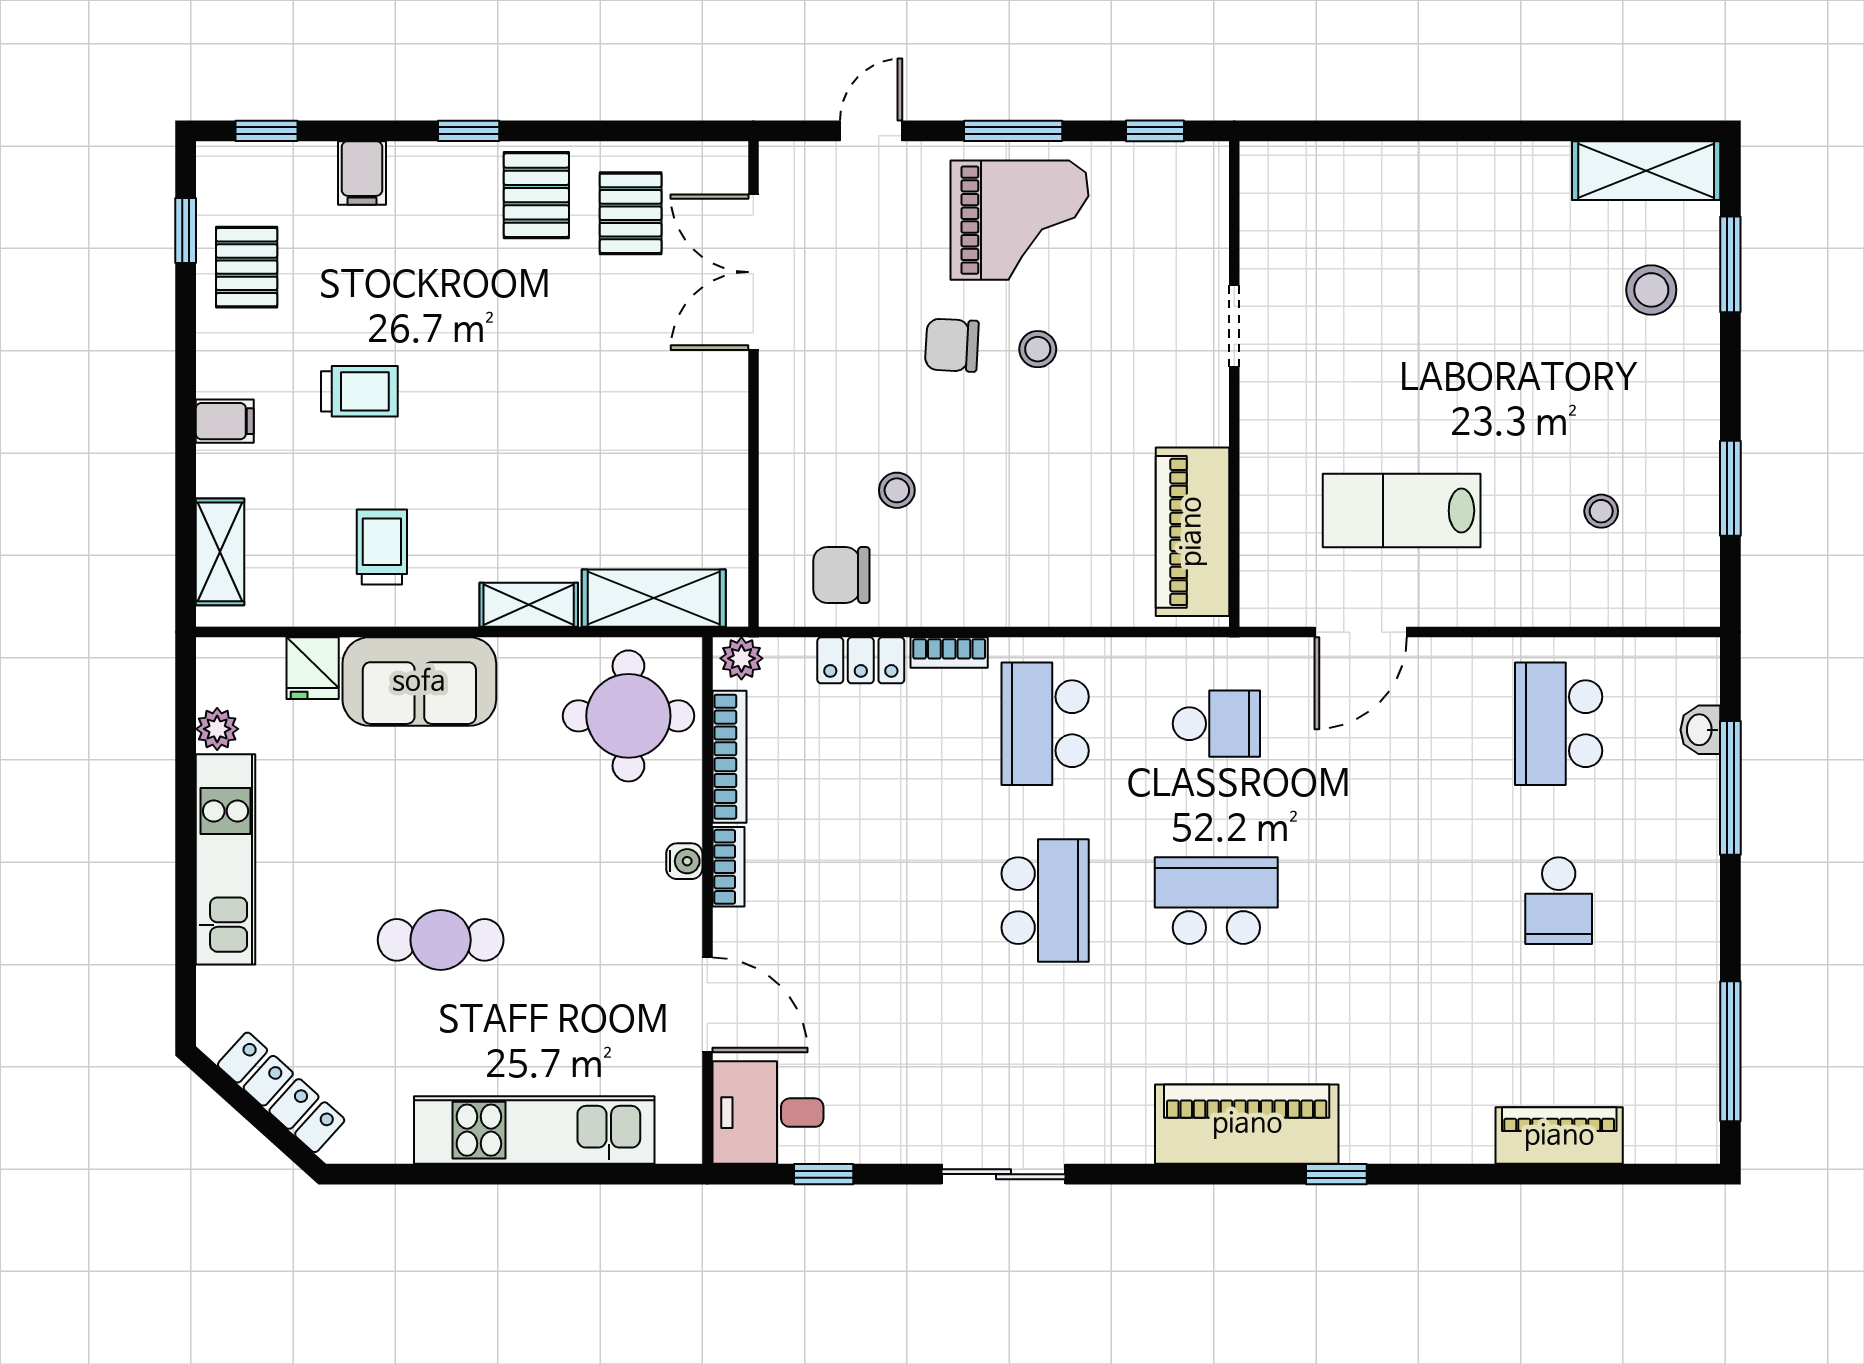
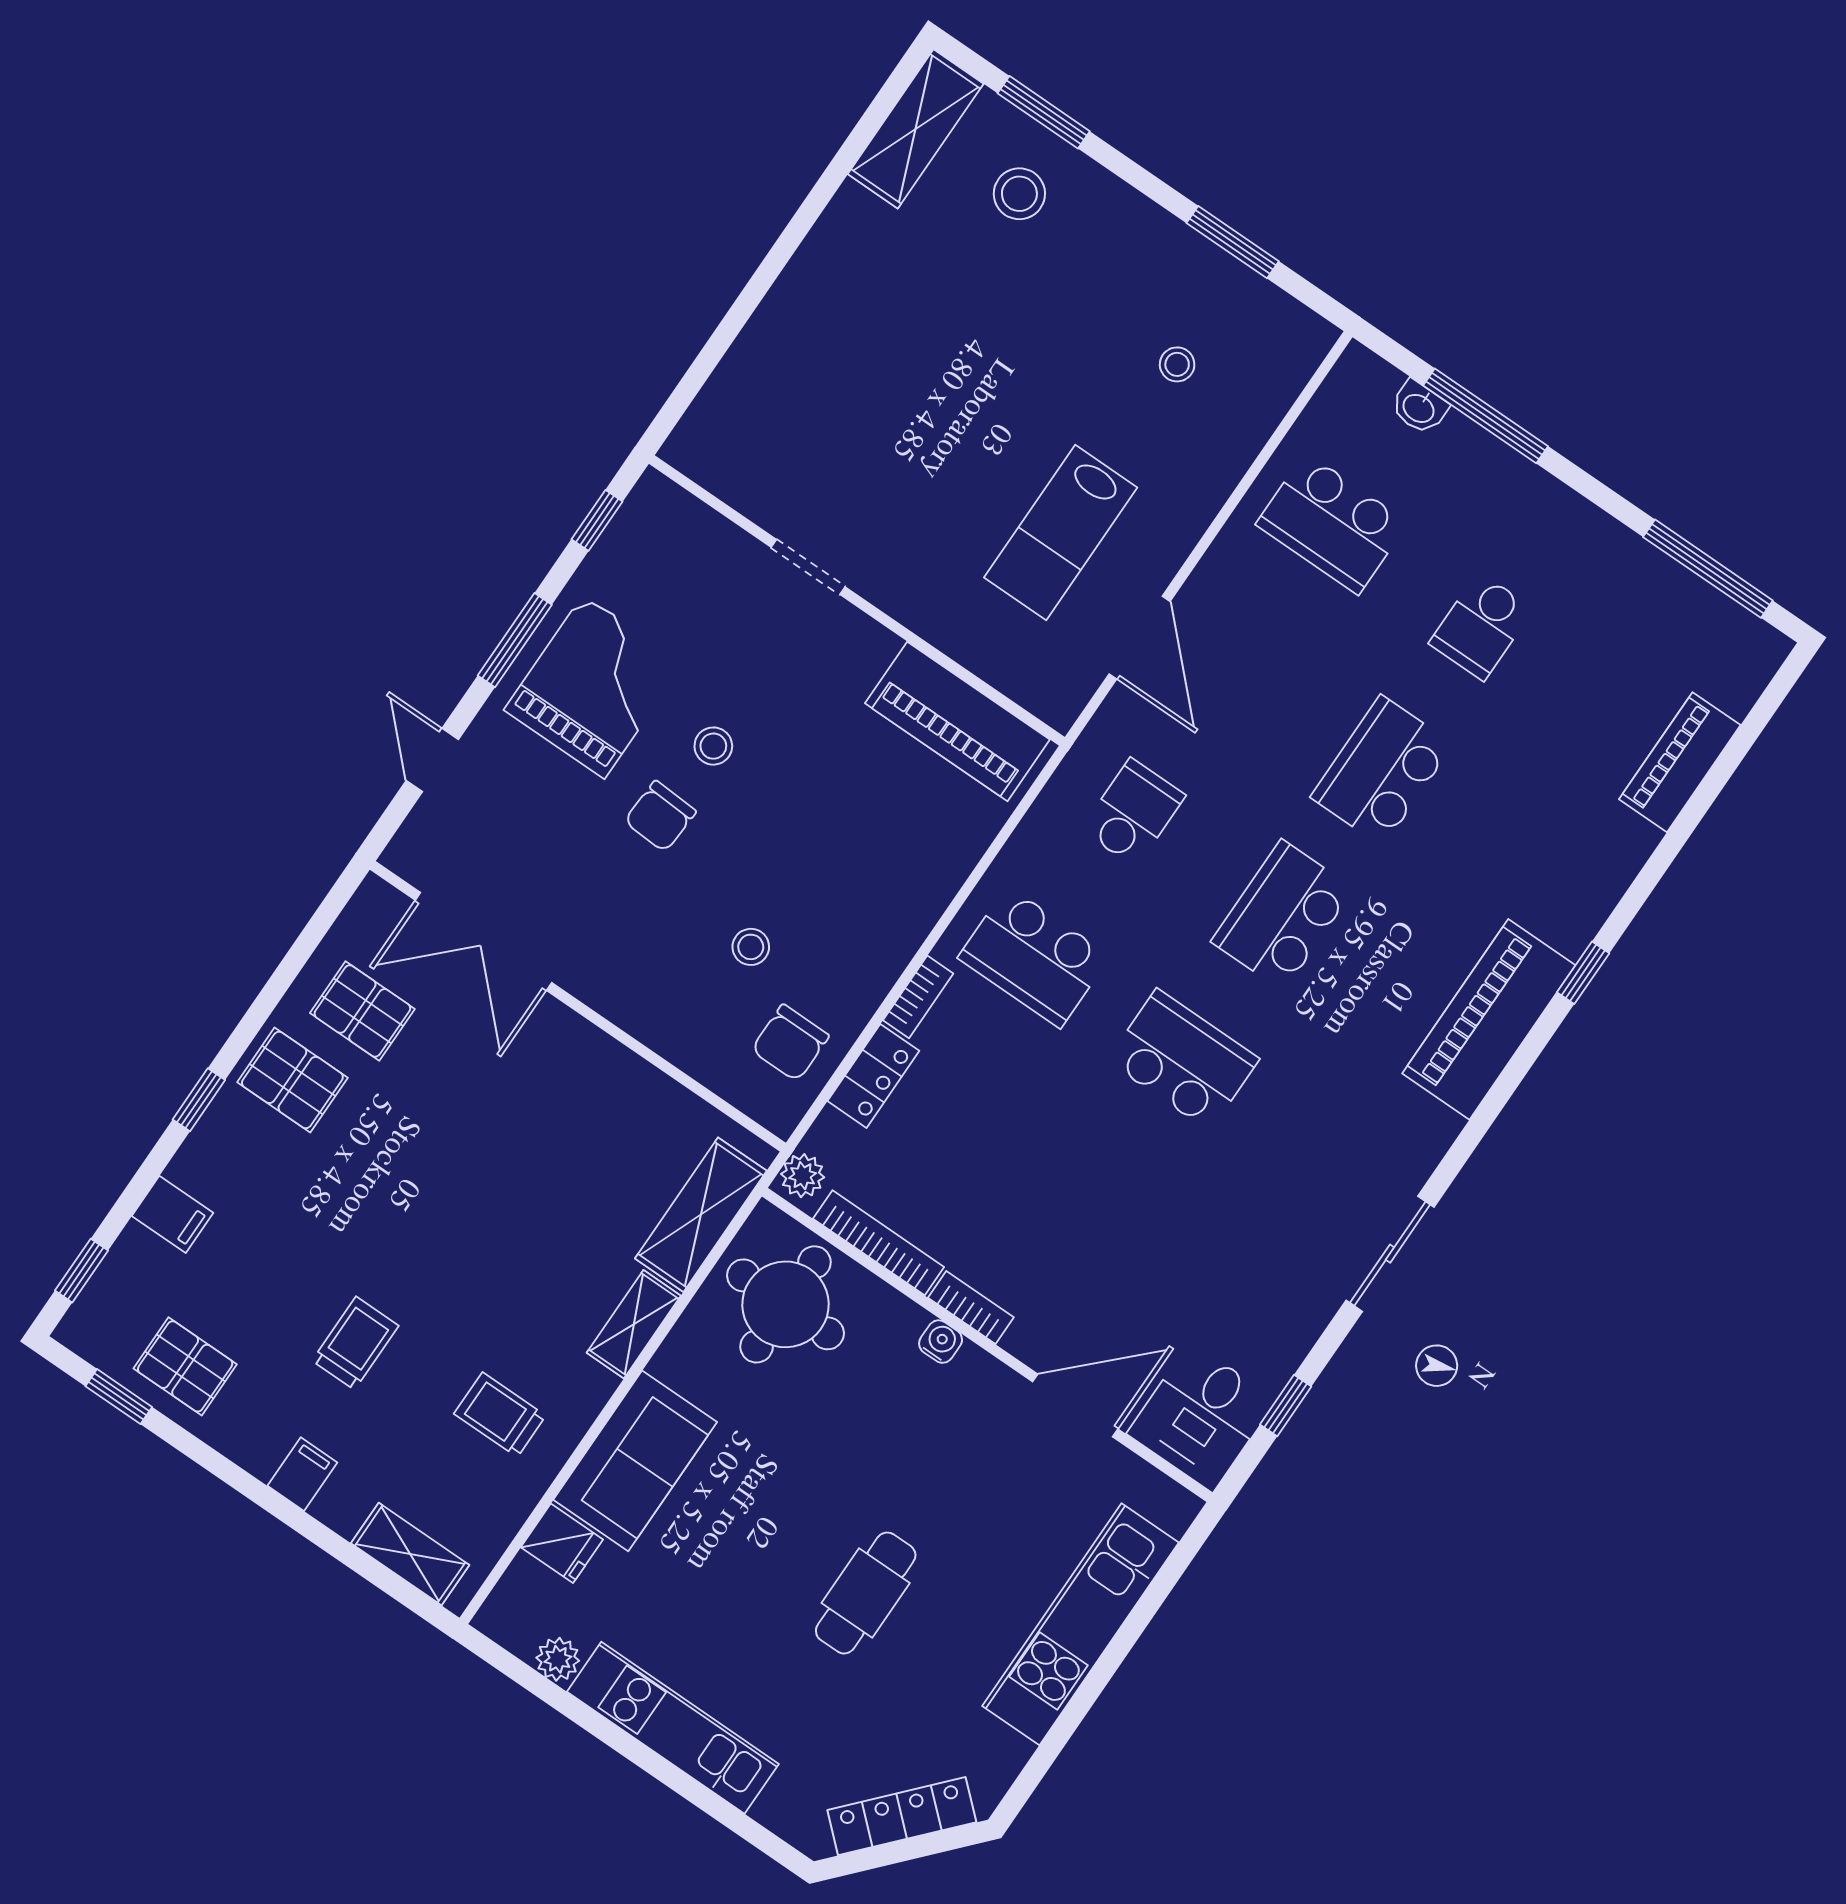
school desk: (1388, 901) -> (1382, 771), added
school desk: (1559, 901) -> (1481, 626), turned 90

